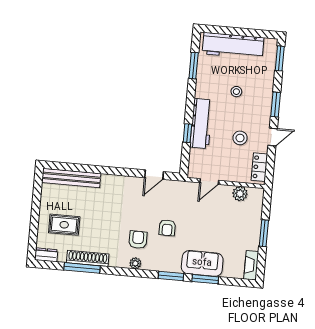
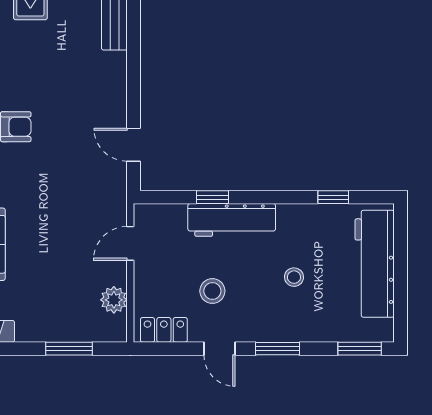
window: (194, 66) -> (333, 197), width x0.67
door: (209, 182) -> (130, 243), hinge flipped
armchair: (167, 228) -> (42, 177), removed
window: (264, 233) -> (69, 349), moved

